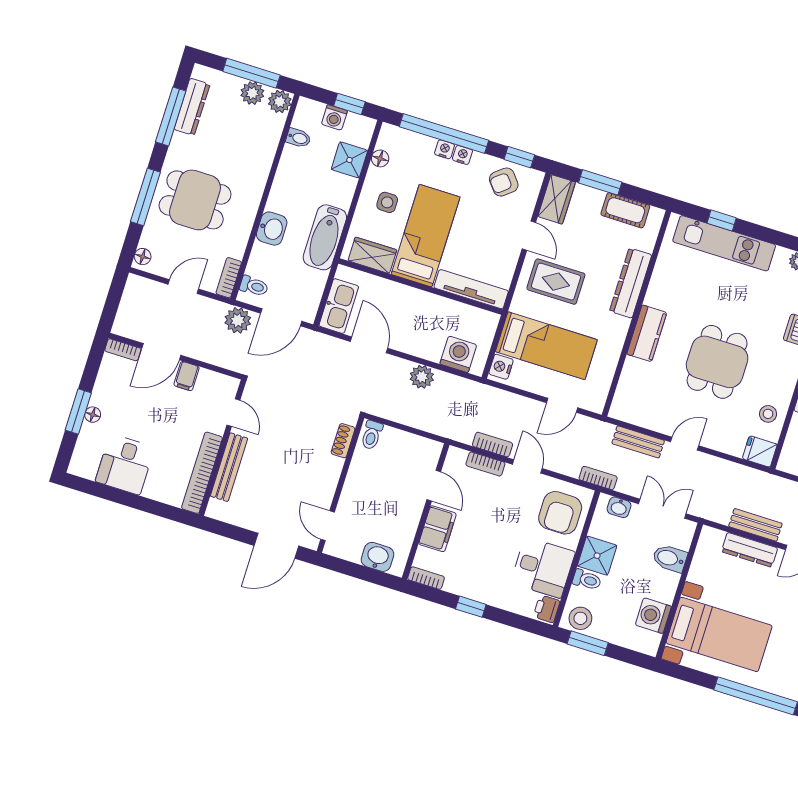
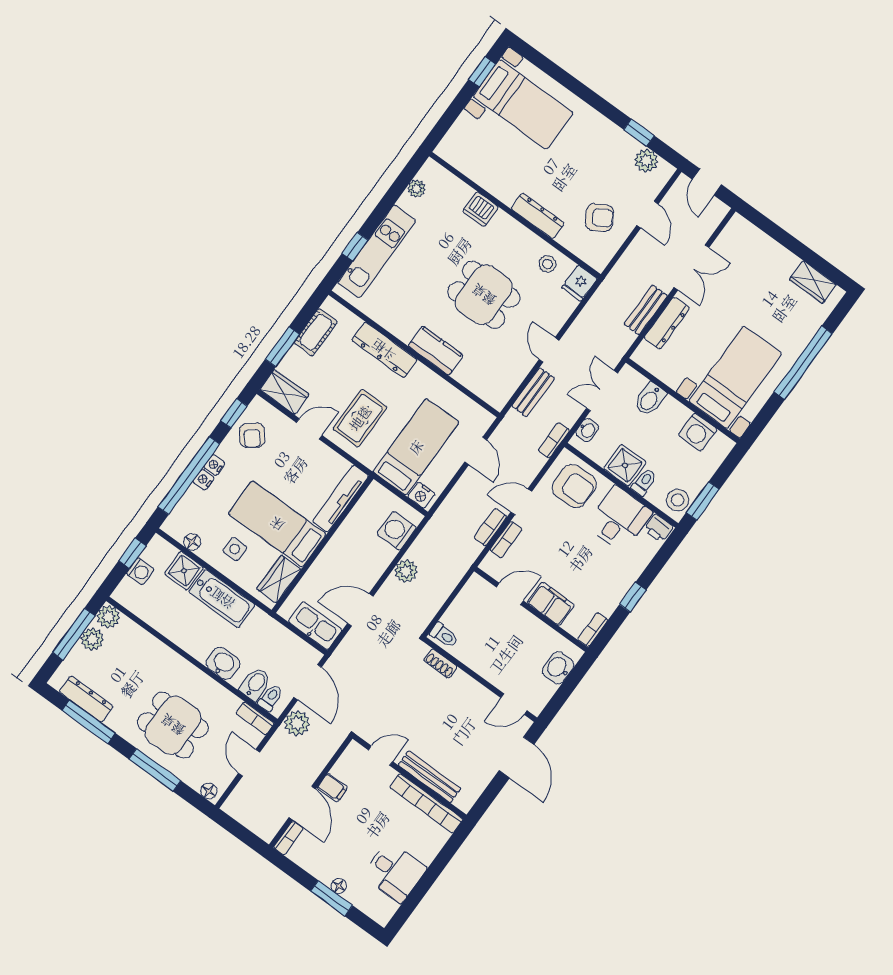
bidet: (298, 138) -> (255, 684), moved, width x1.38, depth x1.36
dining table: (195, 200) -> (173, 725), turned 90
bathtub: (325, 237) -> (222, 598), moved

